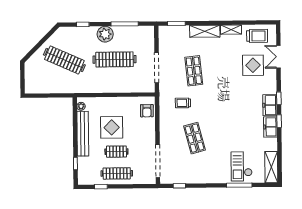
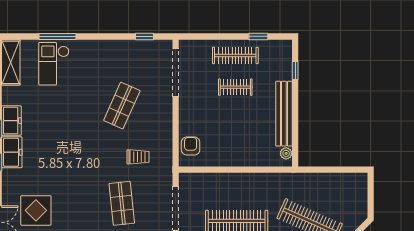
display table: (112, 127) -> (242, 122), removed
shop shelf: (194, 138) -> (122, 106), turned 39
checkout: (242, 166) -> (54, 64), turned 180

